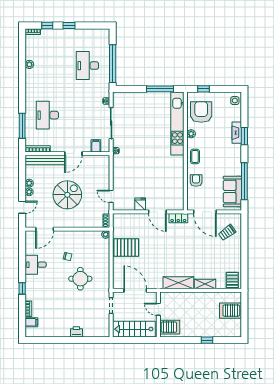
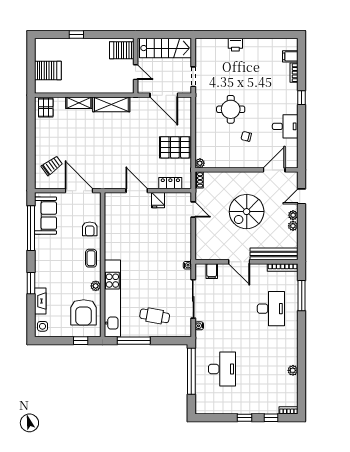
cafe table: (143, 109) -> (155, 316), added
fireplace: (237, 133) -> (40, 301), moved
door: (73, 154) -> (239, 262), swing flipped
locker: (178, 218) -> (170, 183), moved

